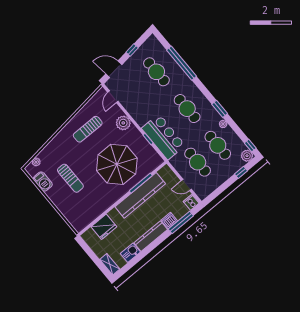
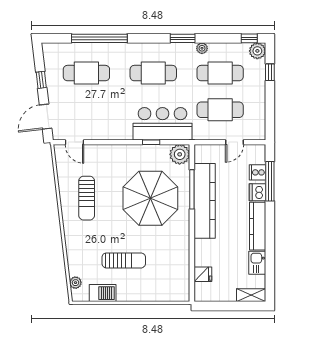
plant: (123, 123) -> (180, 154), moved
cooker: (191, 202) -> (257, 172), moved
fridge: (104, 227) -> (203, 274), width x0.53, depth x0.75

